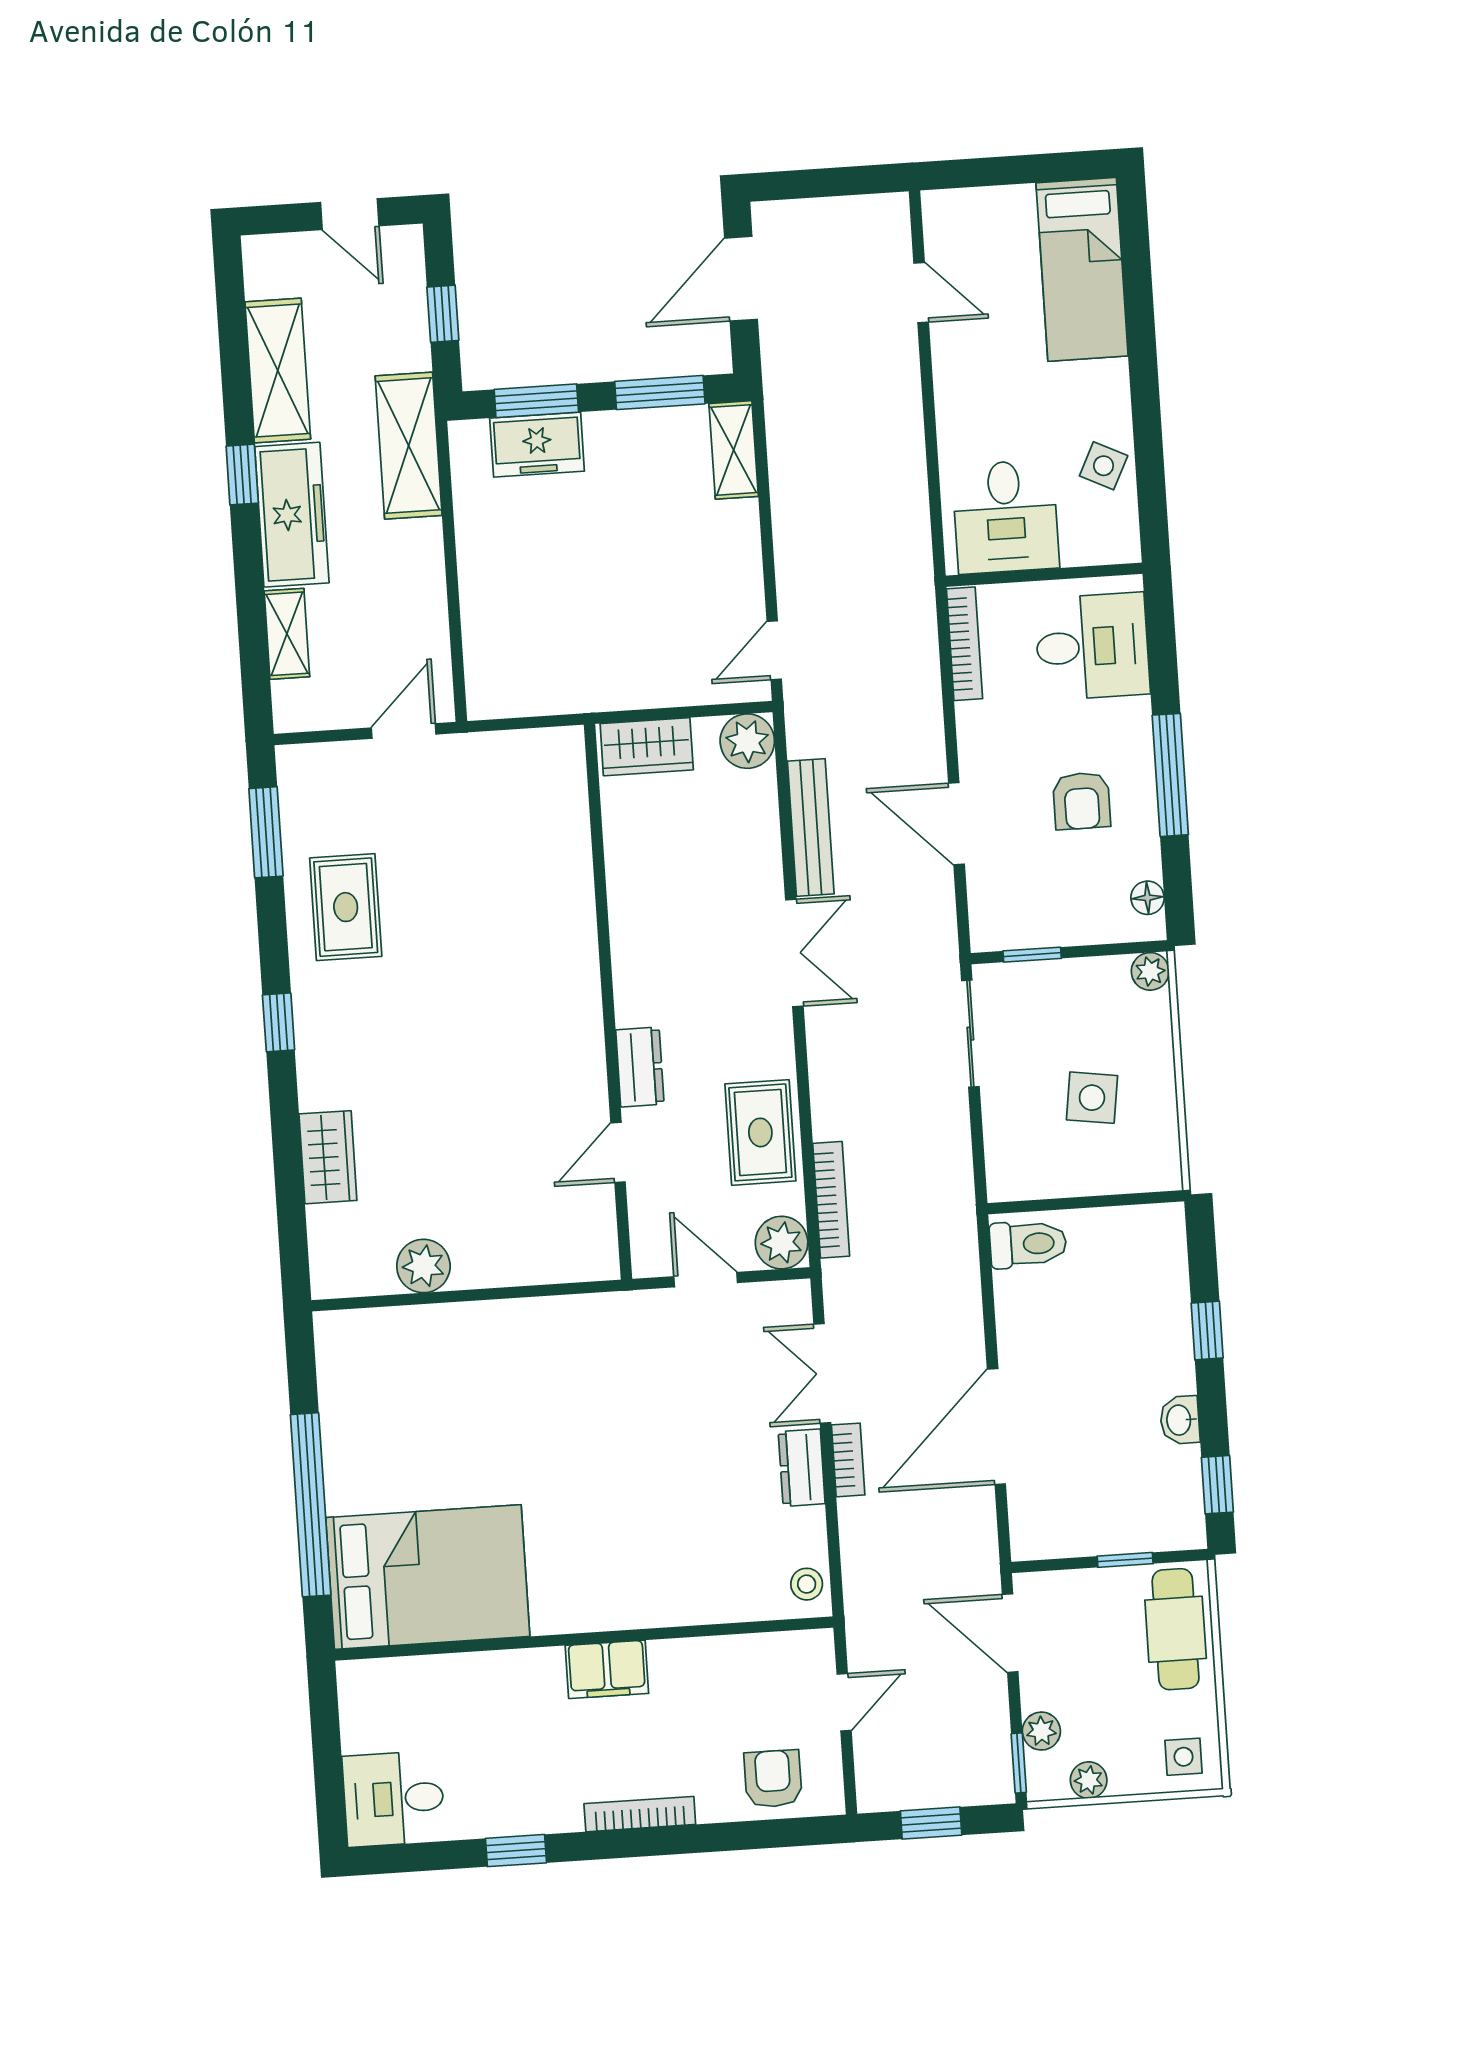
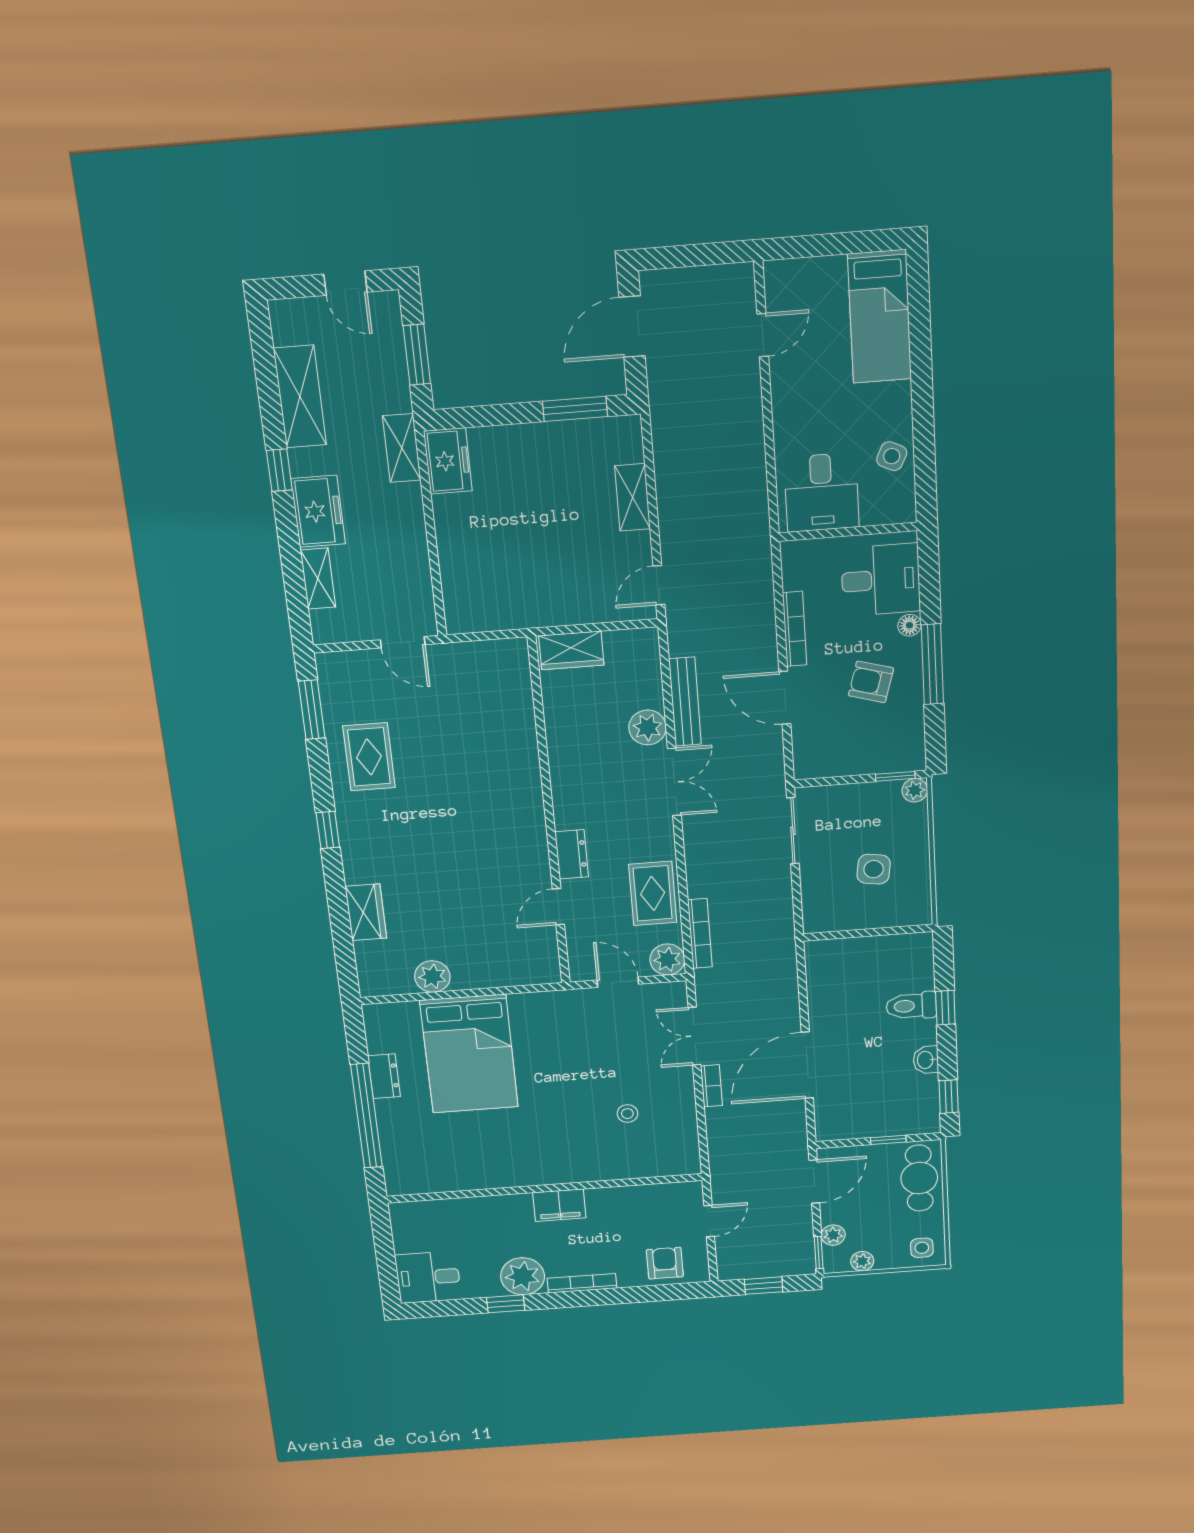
door: (921, 293) -> (763, 335), hinge flipped
window: (443, 314) -> (417, 355), width x1.50
window: (536, 401) -> (487, 416), removed
freezer: (537, 445) -> (448, 461), moved, turned -90
shelving: (409, 446) -> (402, 448), width x0.67, depth x0.75
shelving: (734, 450) -> (633, 497), moved
freezer: (292, 515) -> (318, 511), width x0.71
bookcase: (965, 644) -> (795, 629), moved
door: (404, 731) -> (403, 642), swing flipped
plant: (747, 741) -> (648, 727), moved
armchair: (1082, 801) -> (871, 682), turned 106
floor lamp: (1147, 898) -> (909, 625), moved
window: (1032, 955) -> (895, 776), moved
toilet: (1028, 1244) -> (911, 1006), moved, turned 180
dresser: (802, 1468) -> (384, 1076), moved, turned 180
bed: (428, 1577) -> (469, 1054), moved, turned 90
stool: (807, 1584) -> (627, 1114), moved
door: (1010, 1633) -> (814, 1182), swing flipped
plant: (545, 1799) -> (523, 1276), added

